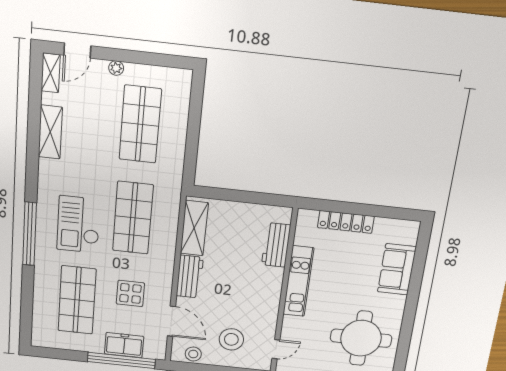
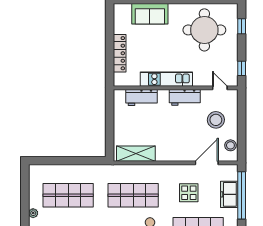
workbench: (190, 277) -> (185, 97), moved, turned 180

